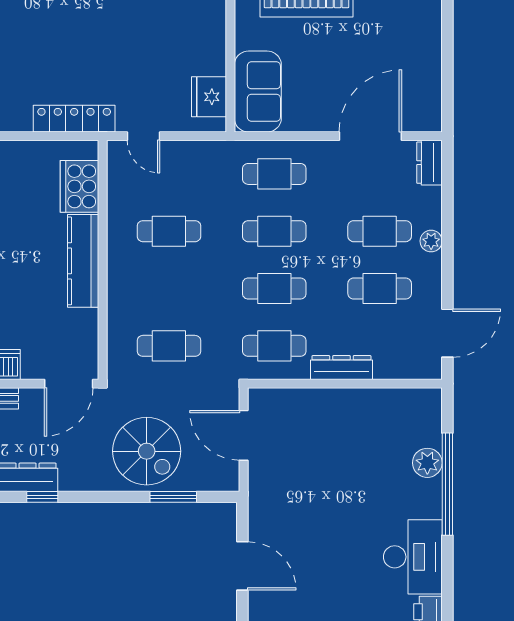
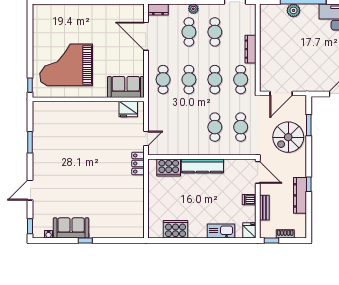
locker: (74, 119) -> (138, 163), width x0.66
cafe table: (169, 231) -> (215, 127), moved
spiral stairs: (147, 451) -> (288, 137), turned 180

